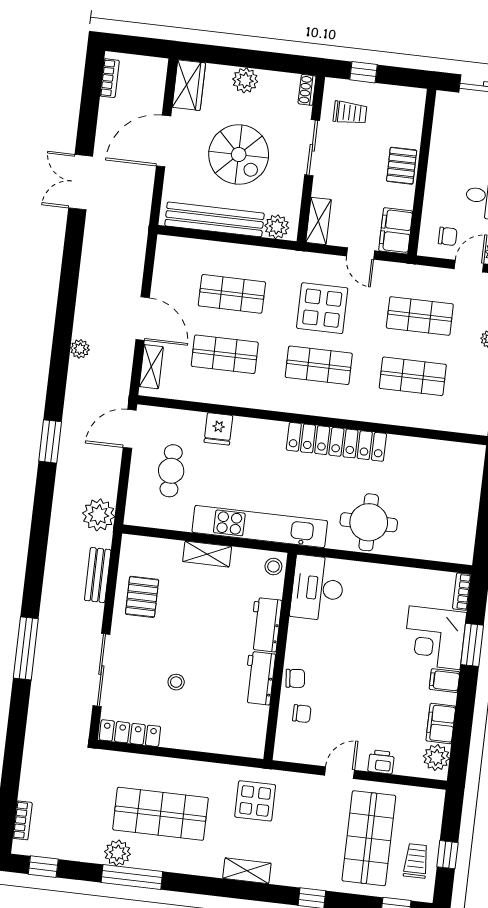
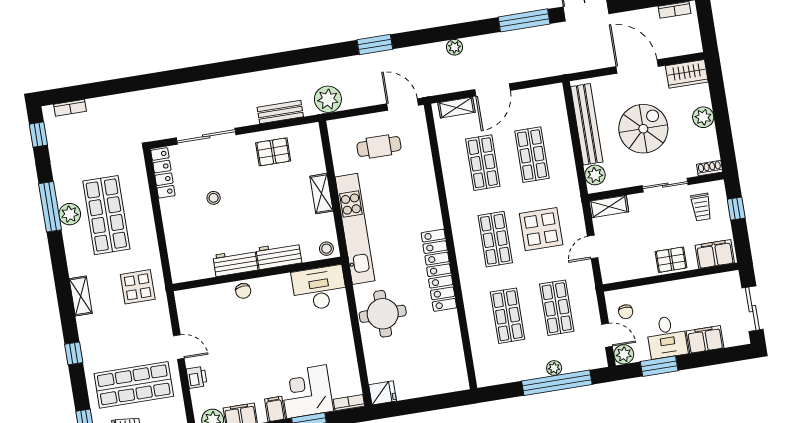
spiral stairs: (239, 154) -> (643, 129), turned 180
filing cabinet: (396, 231) -> (715, 254), moved
fridge: (218, 429) -> (383, 393), moved, turned 180
window: (26, 648) -> (524, 20), moved
chair: (302, 714) -> (217, 304), removed
plant: (118, 853) -> (70, 214), moved

